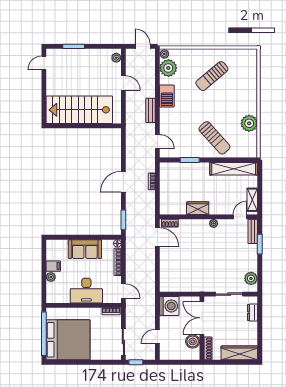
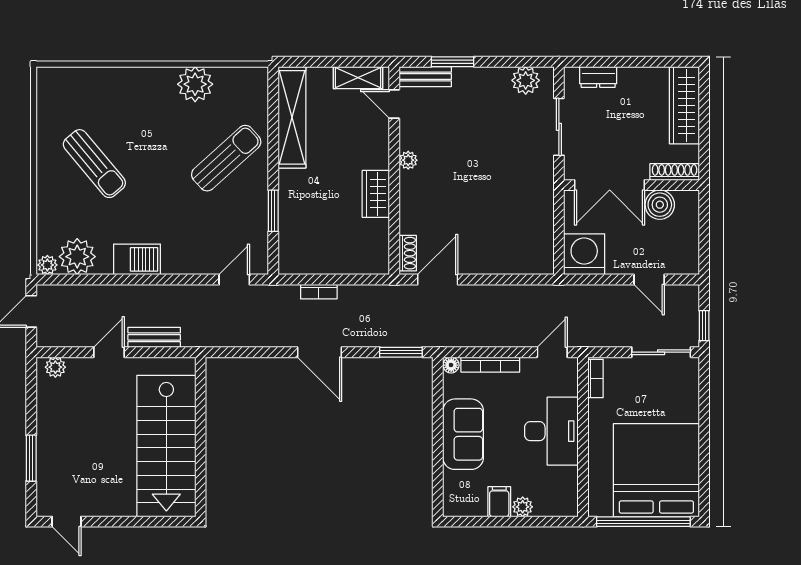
bench: (150, 110) -> (154, 337), moved

